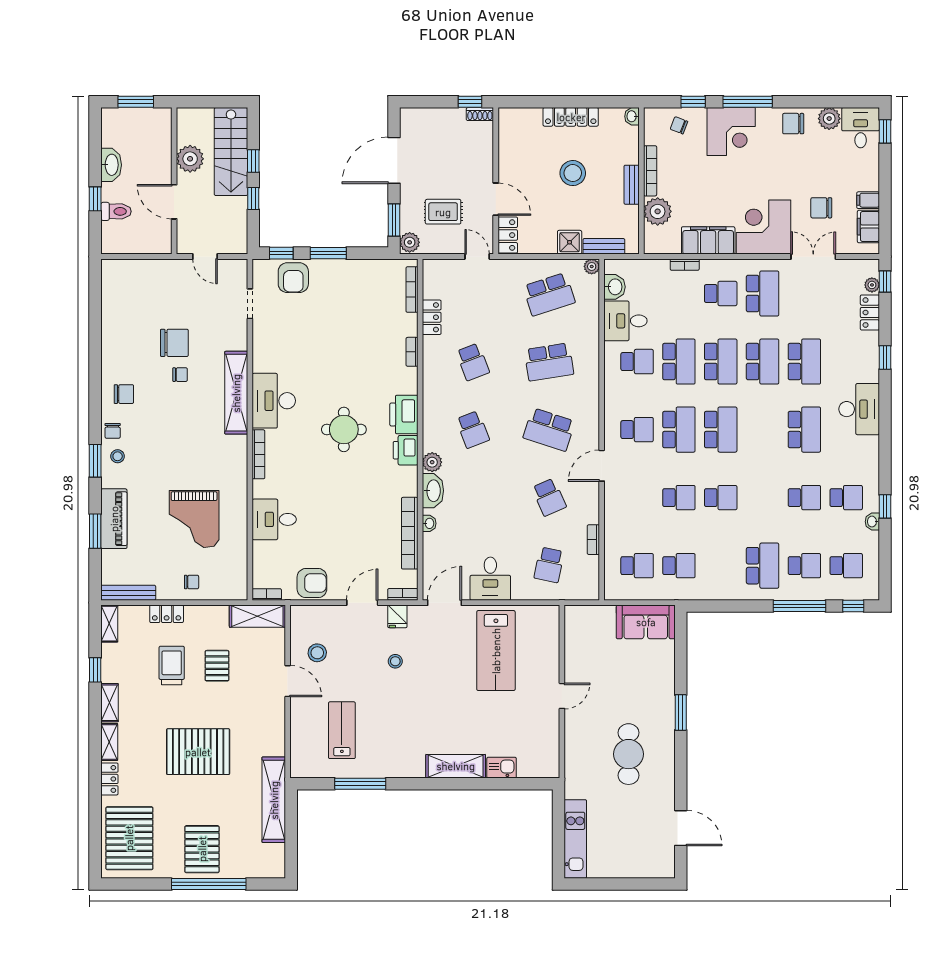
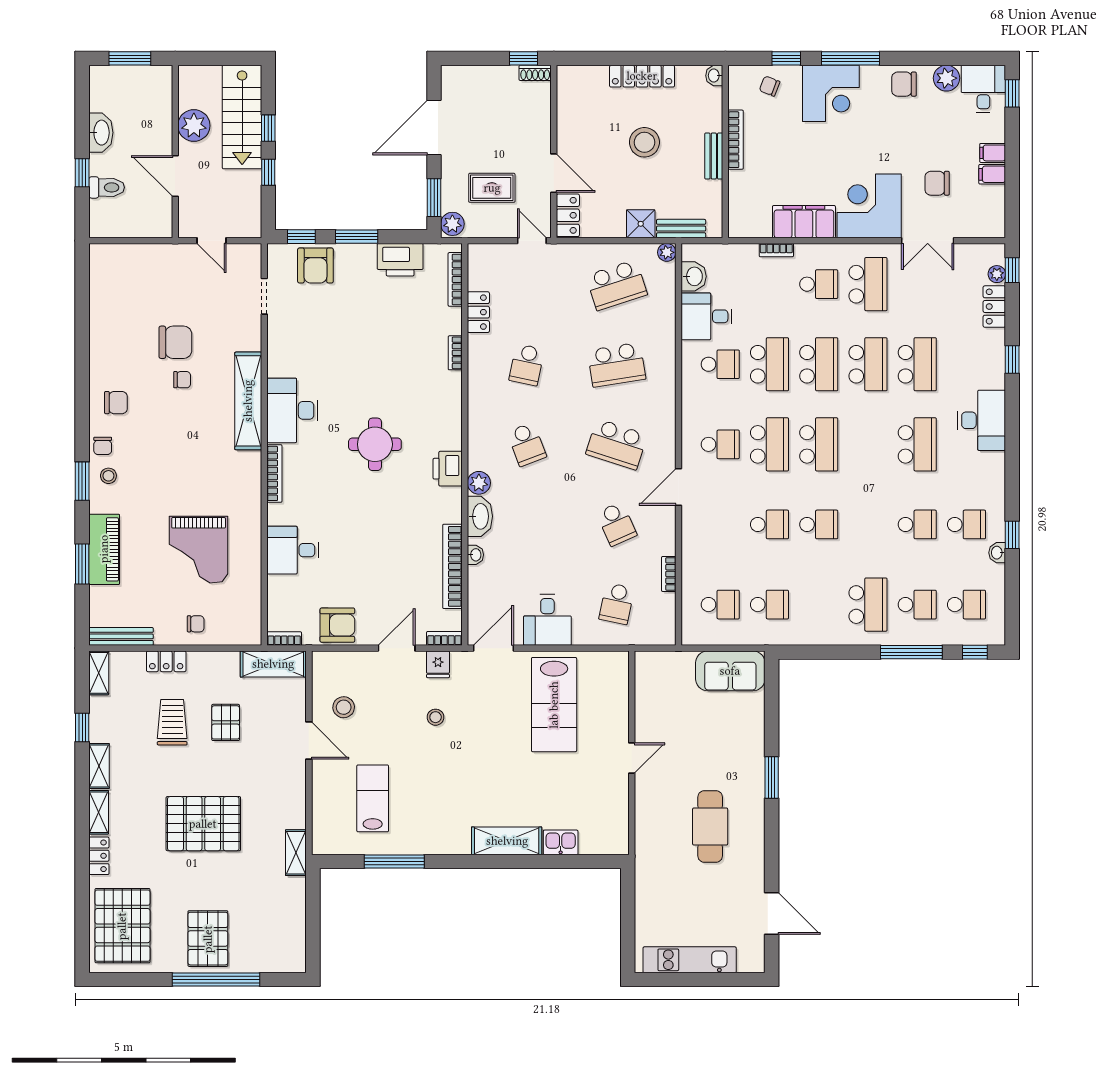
plant: (658, 211) -> (744, 188), removed
filing cabinet: (868, 227) -> (993, 153), moved, width x0.50
double door: (813, 257) -> (928, 241), swing flipped
school desk: (473, 362) -> (527, 365), turned 33
printer: (404, 414) -> (400, 260), moved, turned -90
shelving: (274, 800) -> (296, 853), width x0.45, depth x0.75
kitchen unit: (575, 839) -> (690, 960), moved, turned -90

